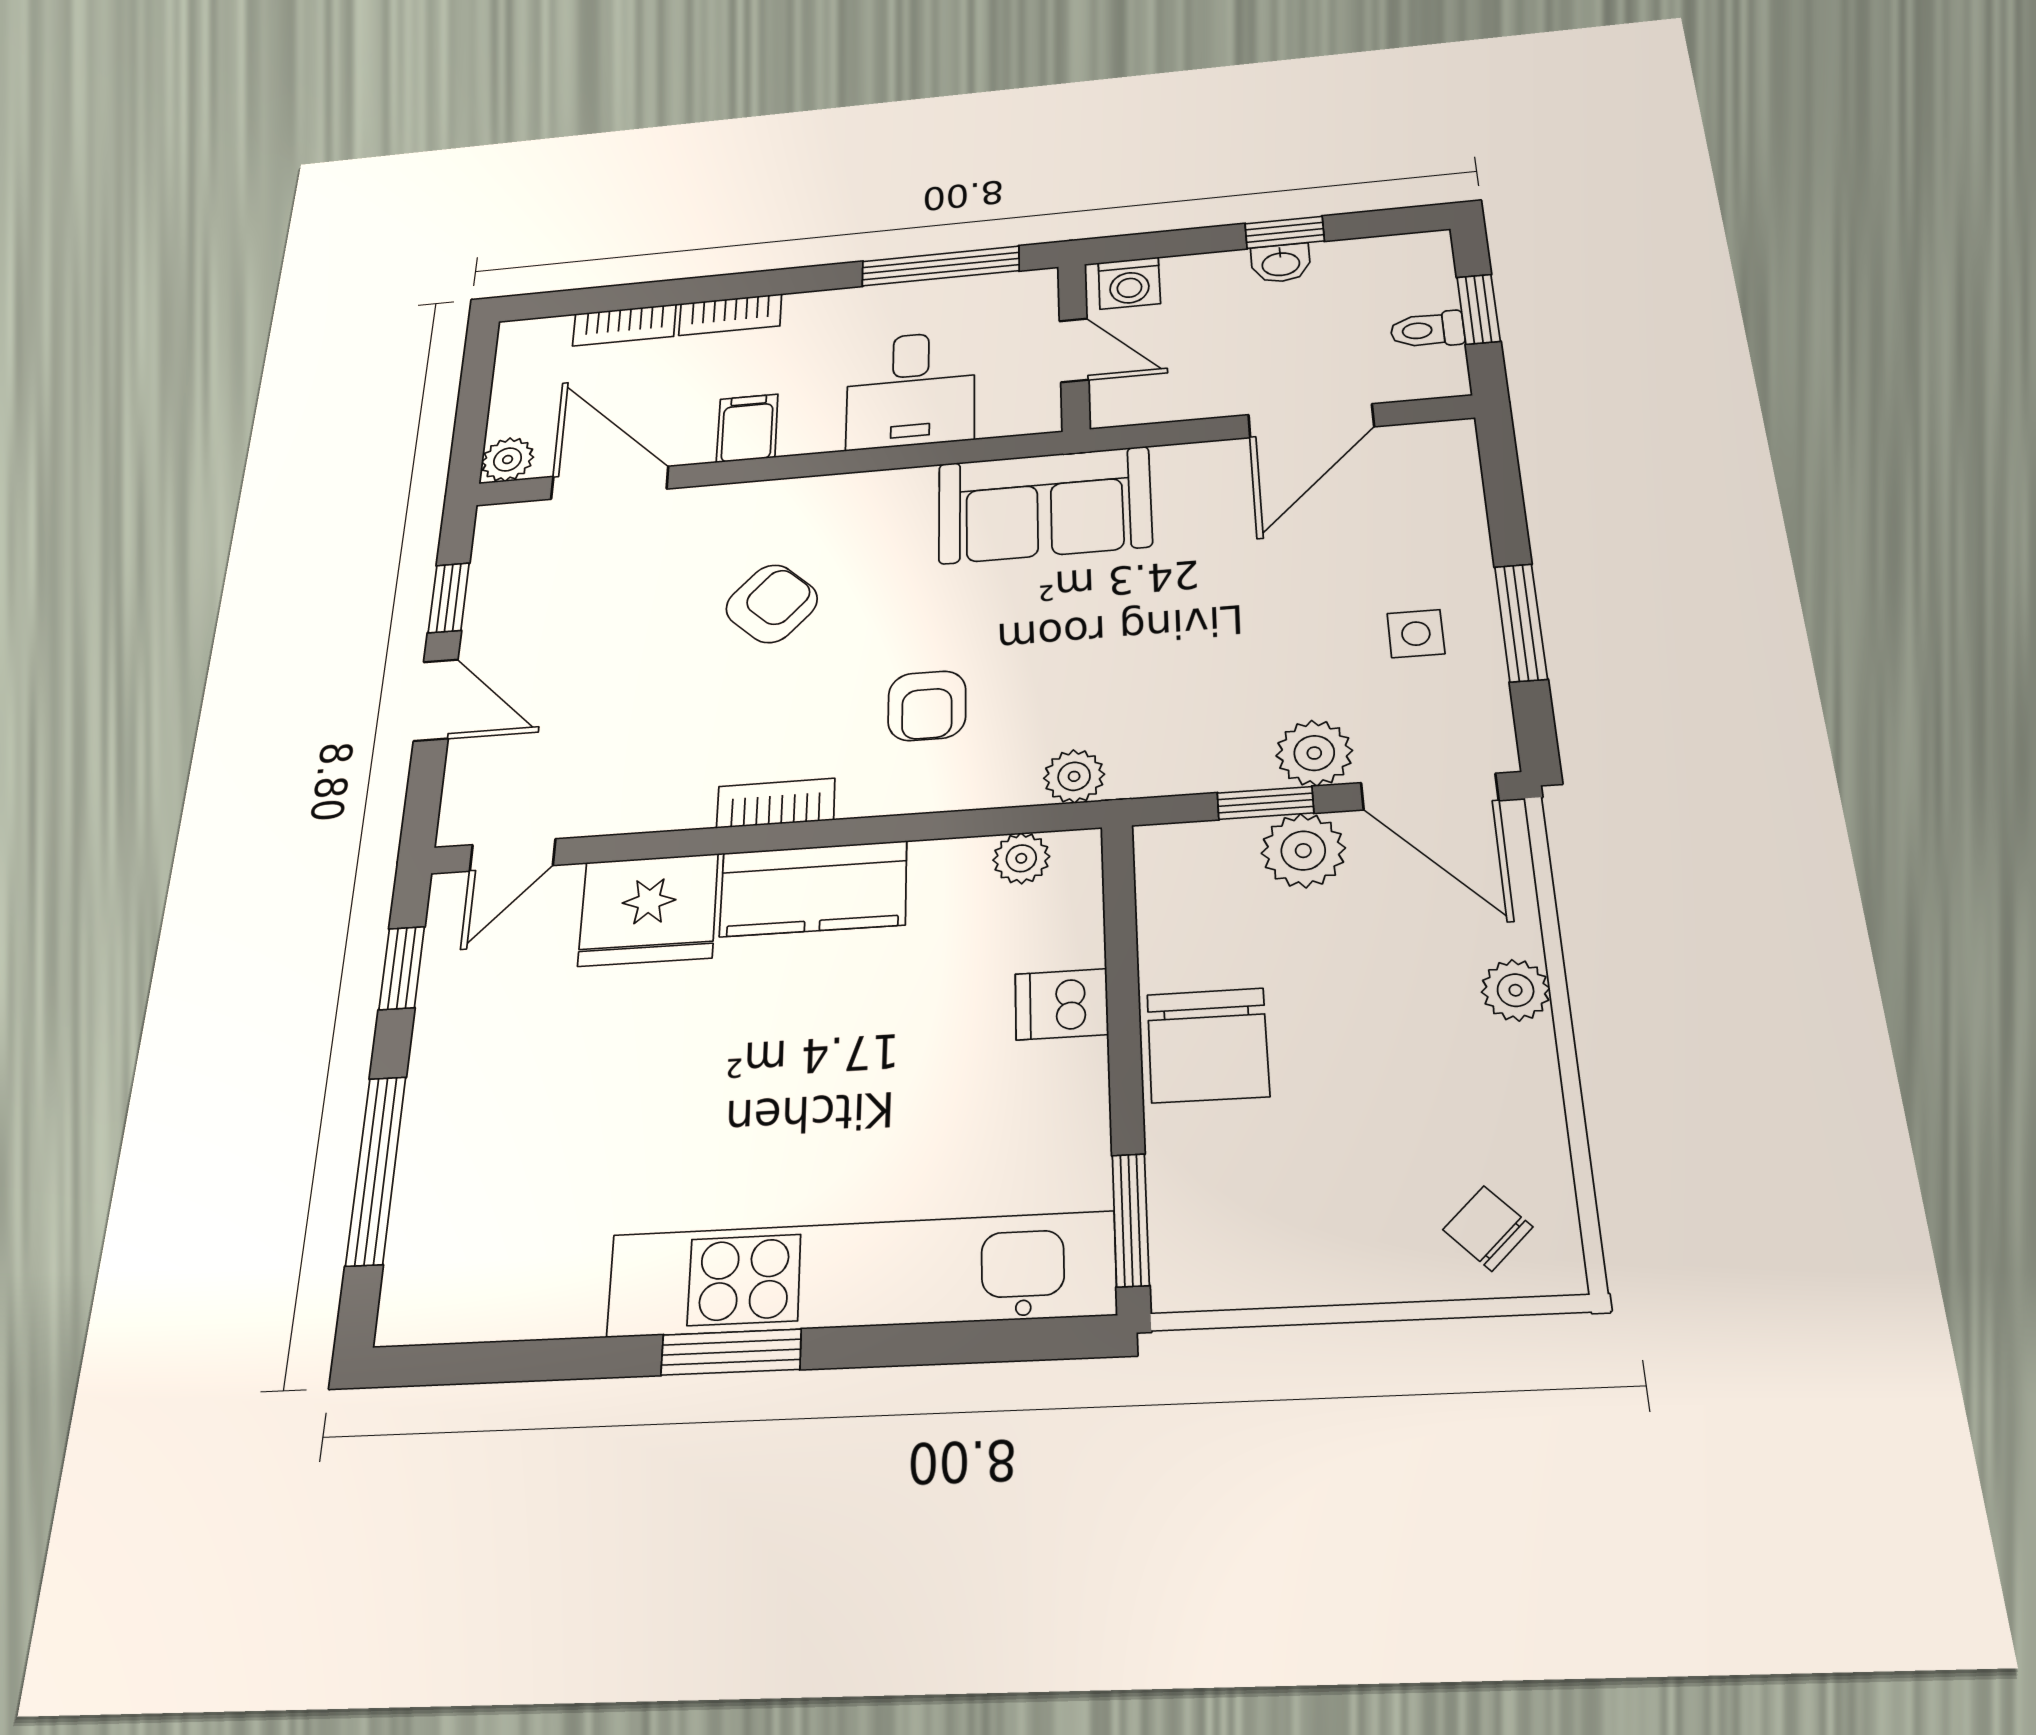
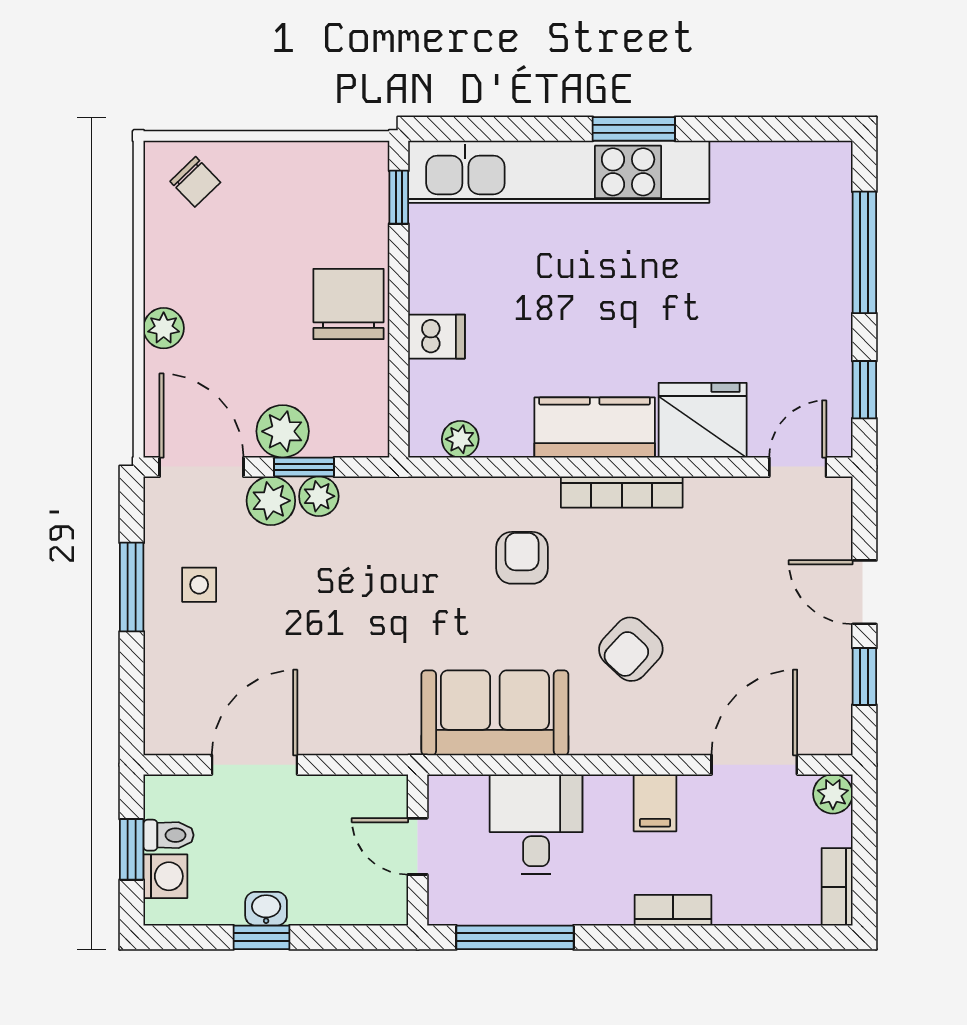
washing machine: (1129, 283) -> (165, 876), moved, turned 90
bookcase: (624, 325) -> (837, 887), moved, turned -90
door: (610, 483) -> (754, 765), swing flipped
sofa: (1044, 505) -> (495, 713), moved
plant: (1074, 776) -> (319, 496), moved
bookcase: (776, 803) -> (622, 492), width x1.56
window: (1131, 1220) -> (399, 197), width x0.67

